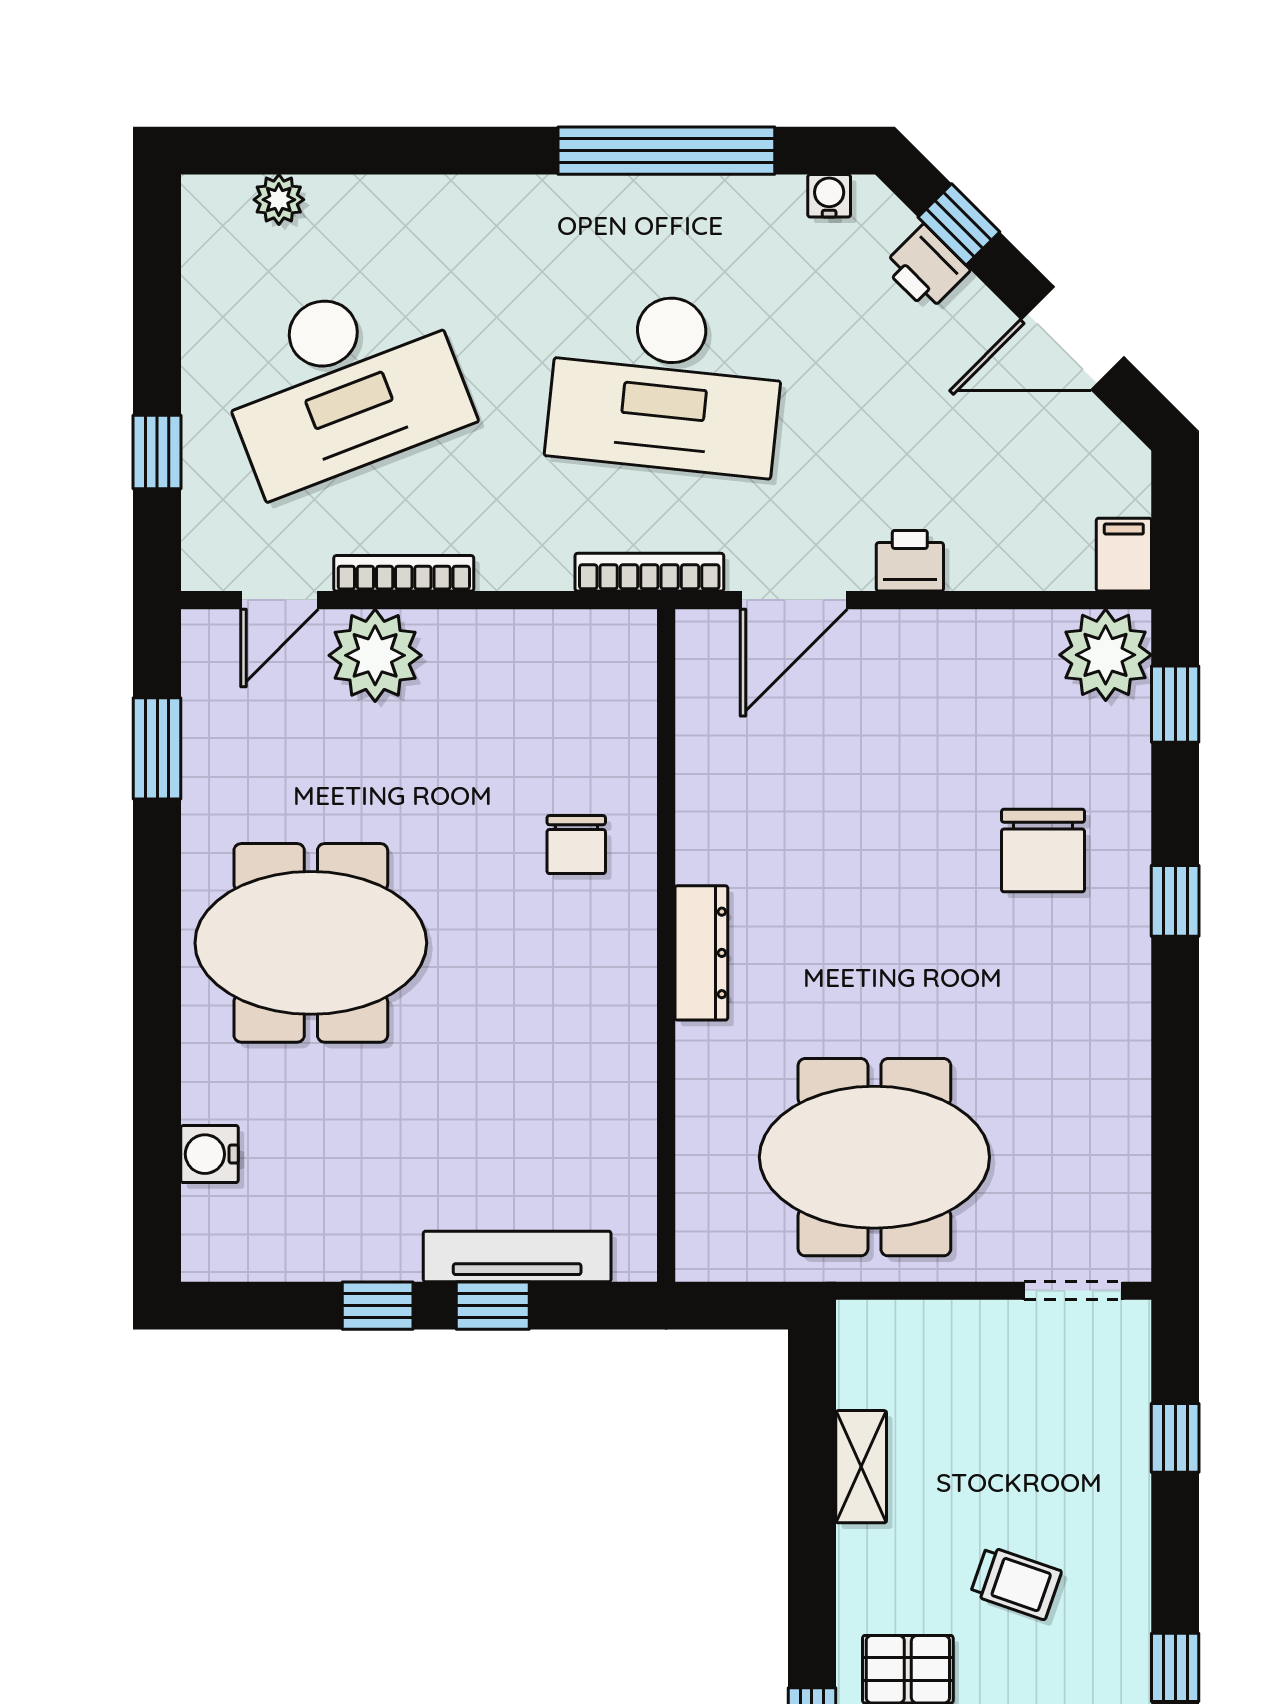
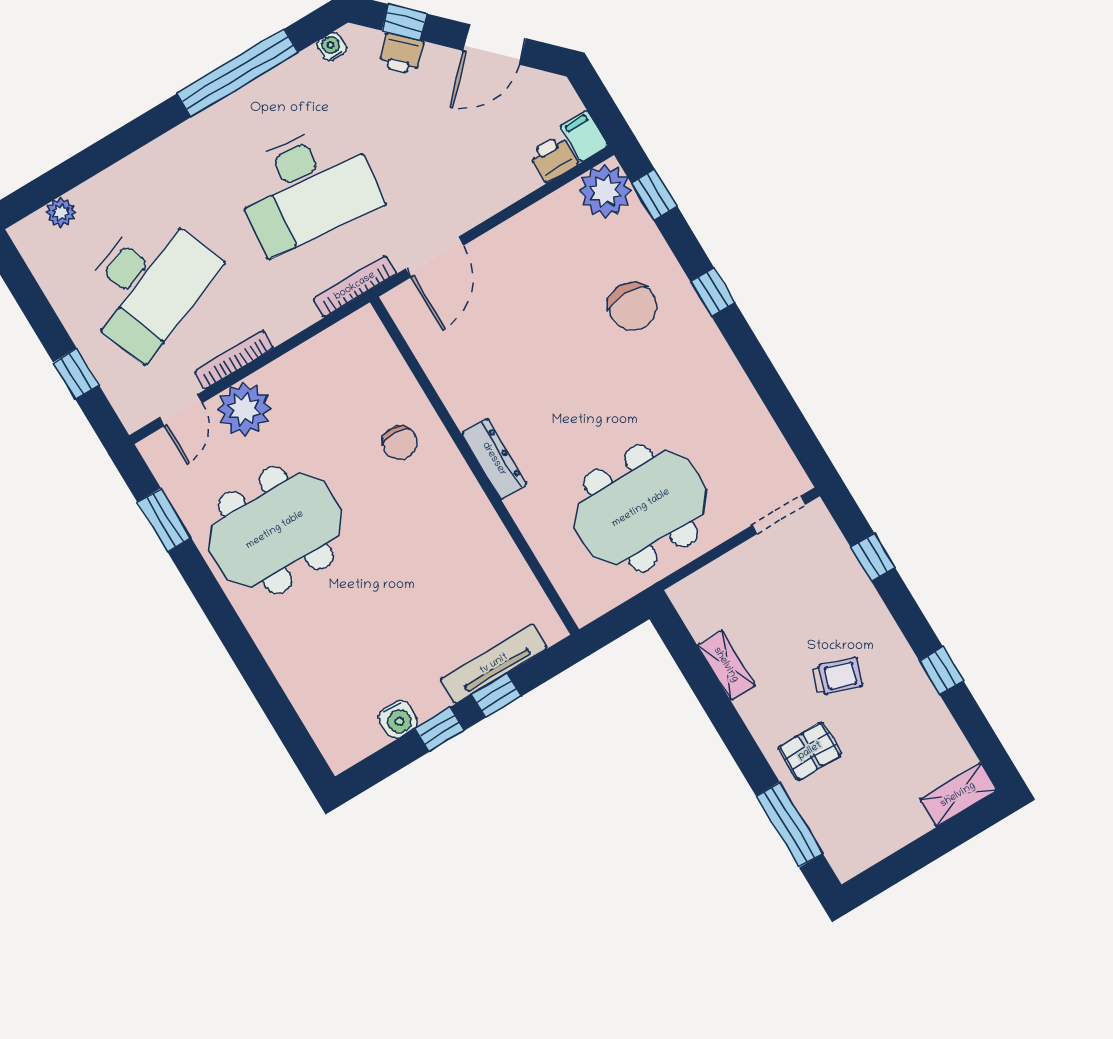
printer: (910, 561) -> (554, 159), moved
meeting table: (311, 943) -> (275, 530), moved
water cooler: (210, 1154) -> (398, 719), moved, turned -90

